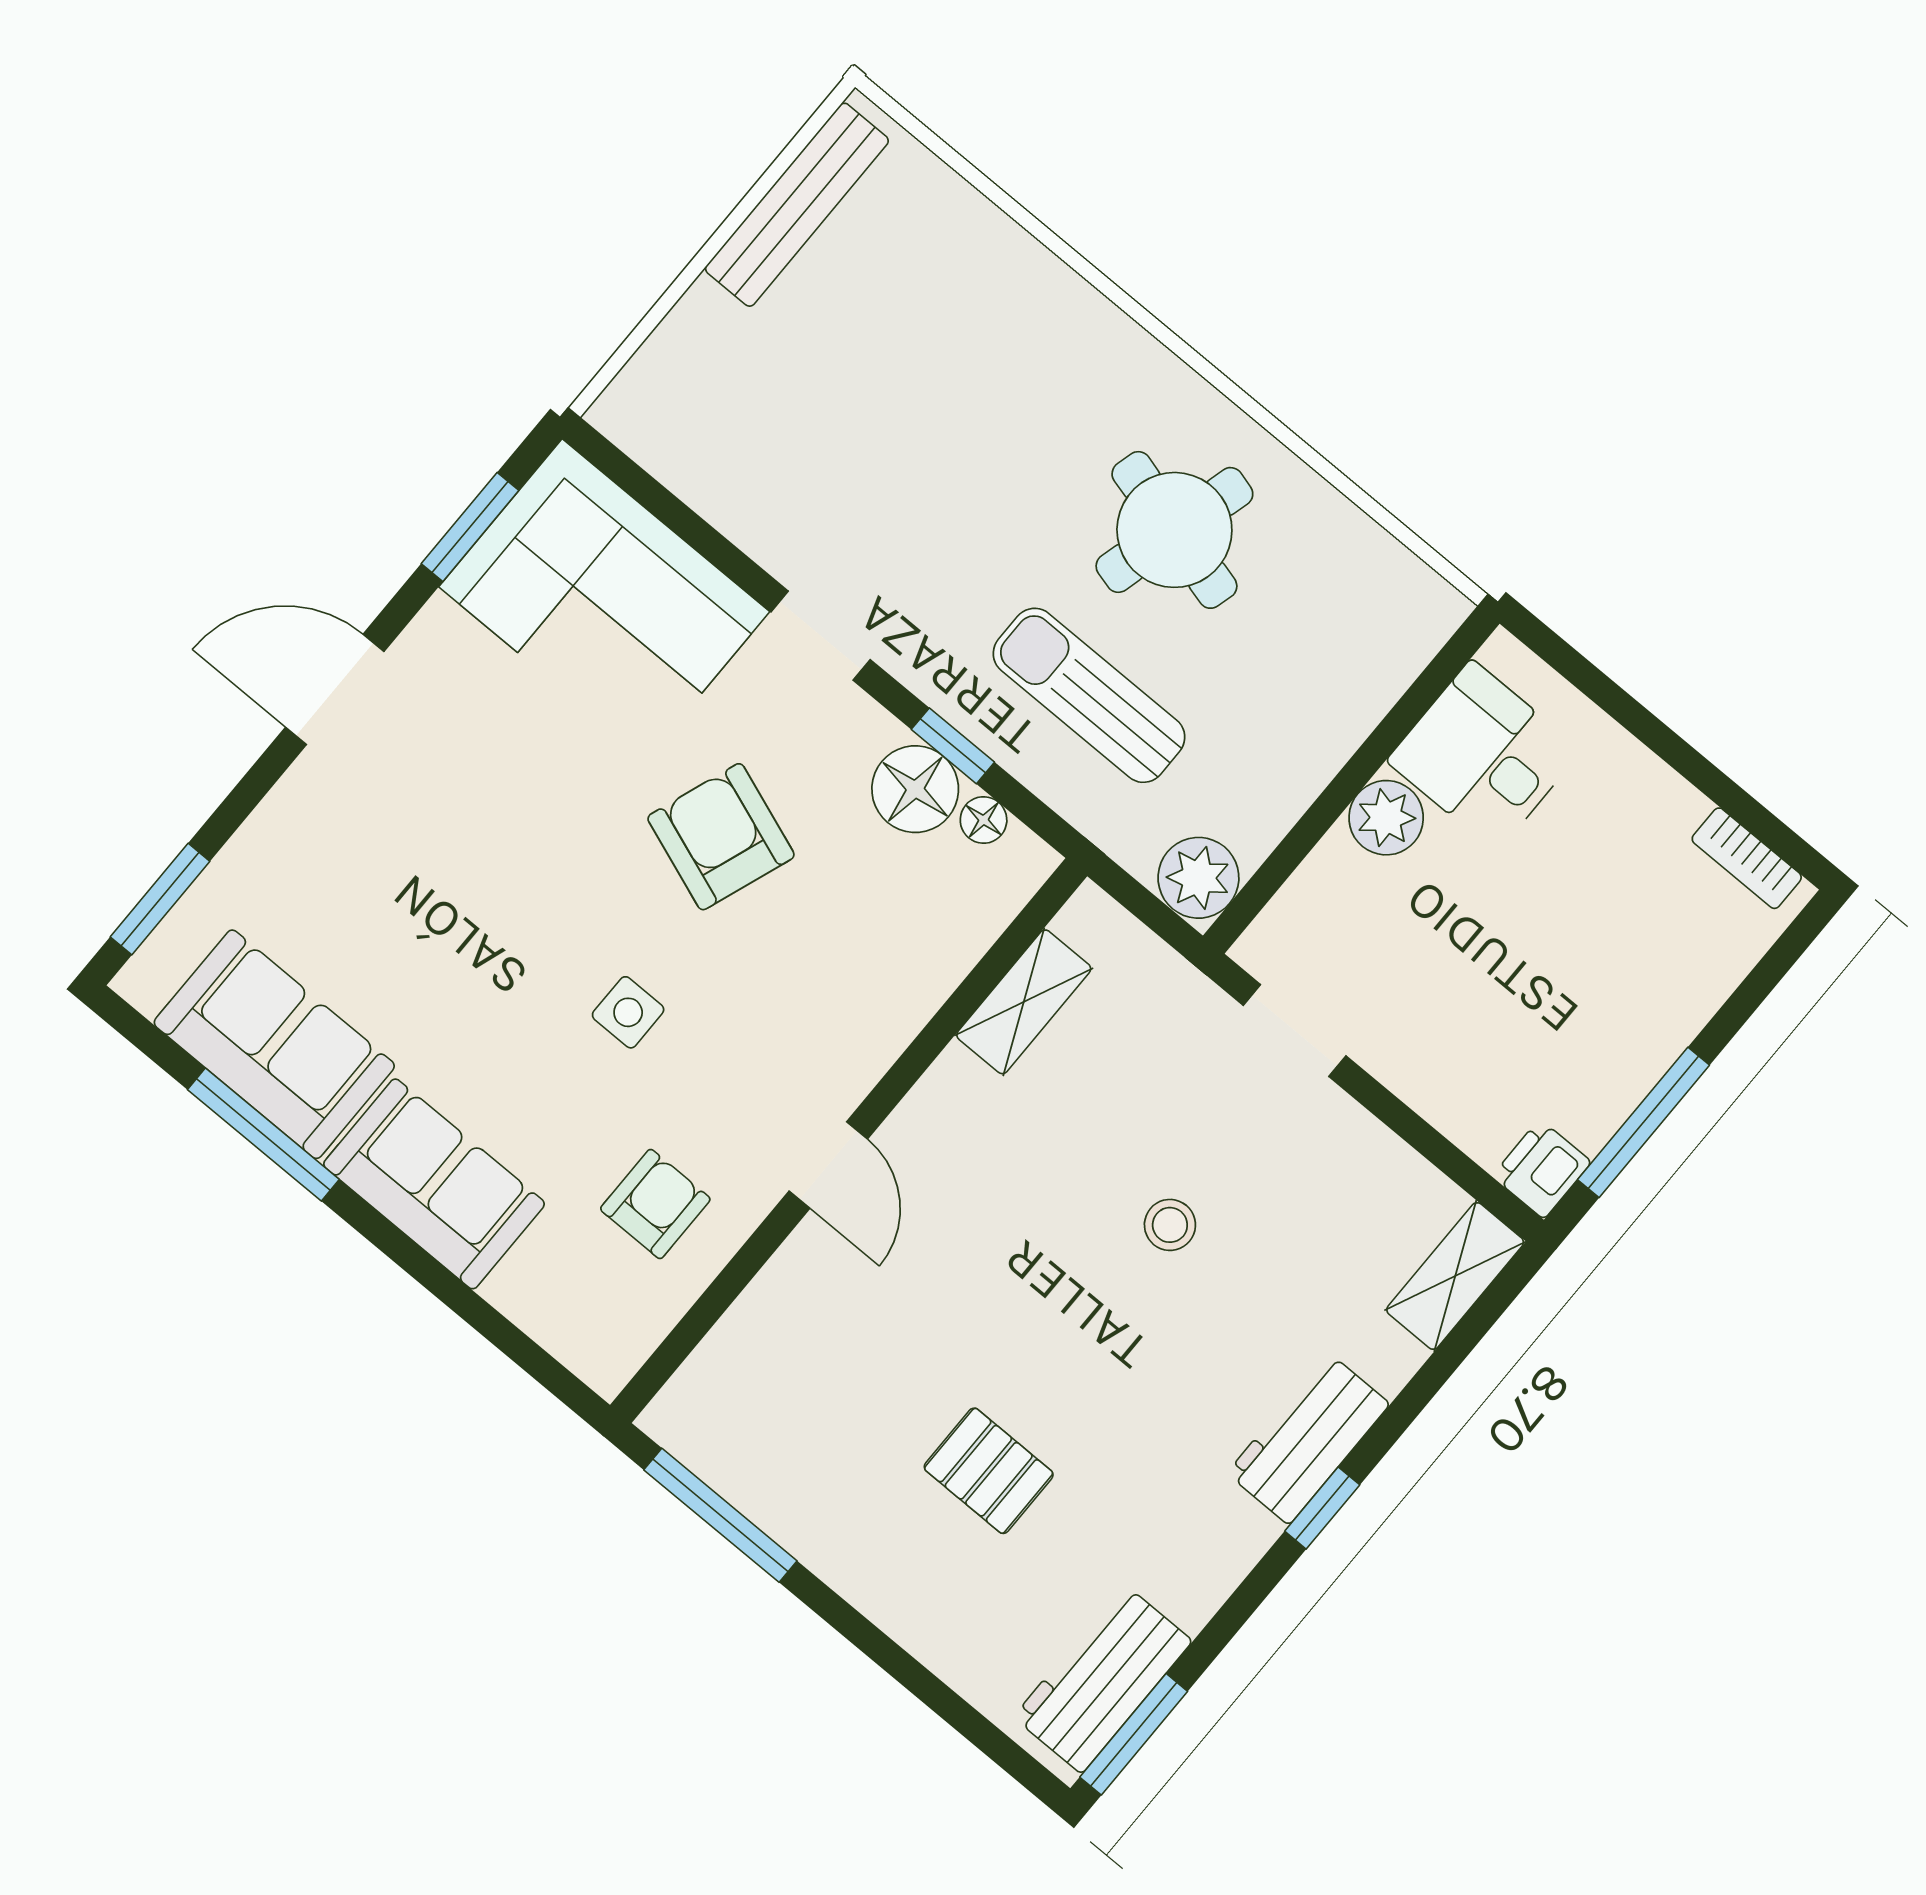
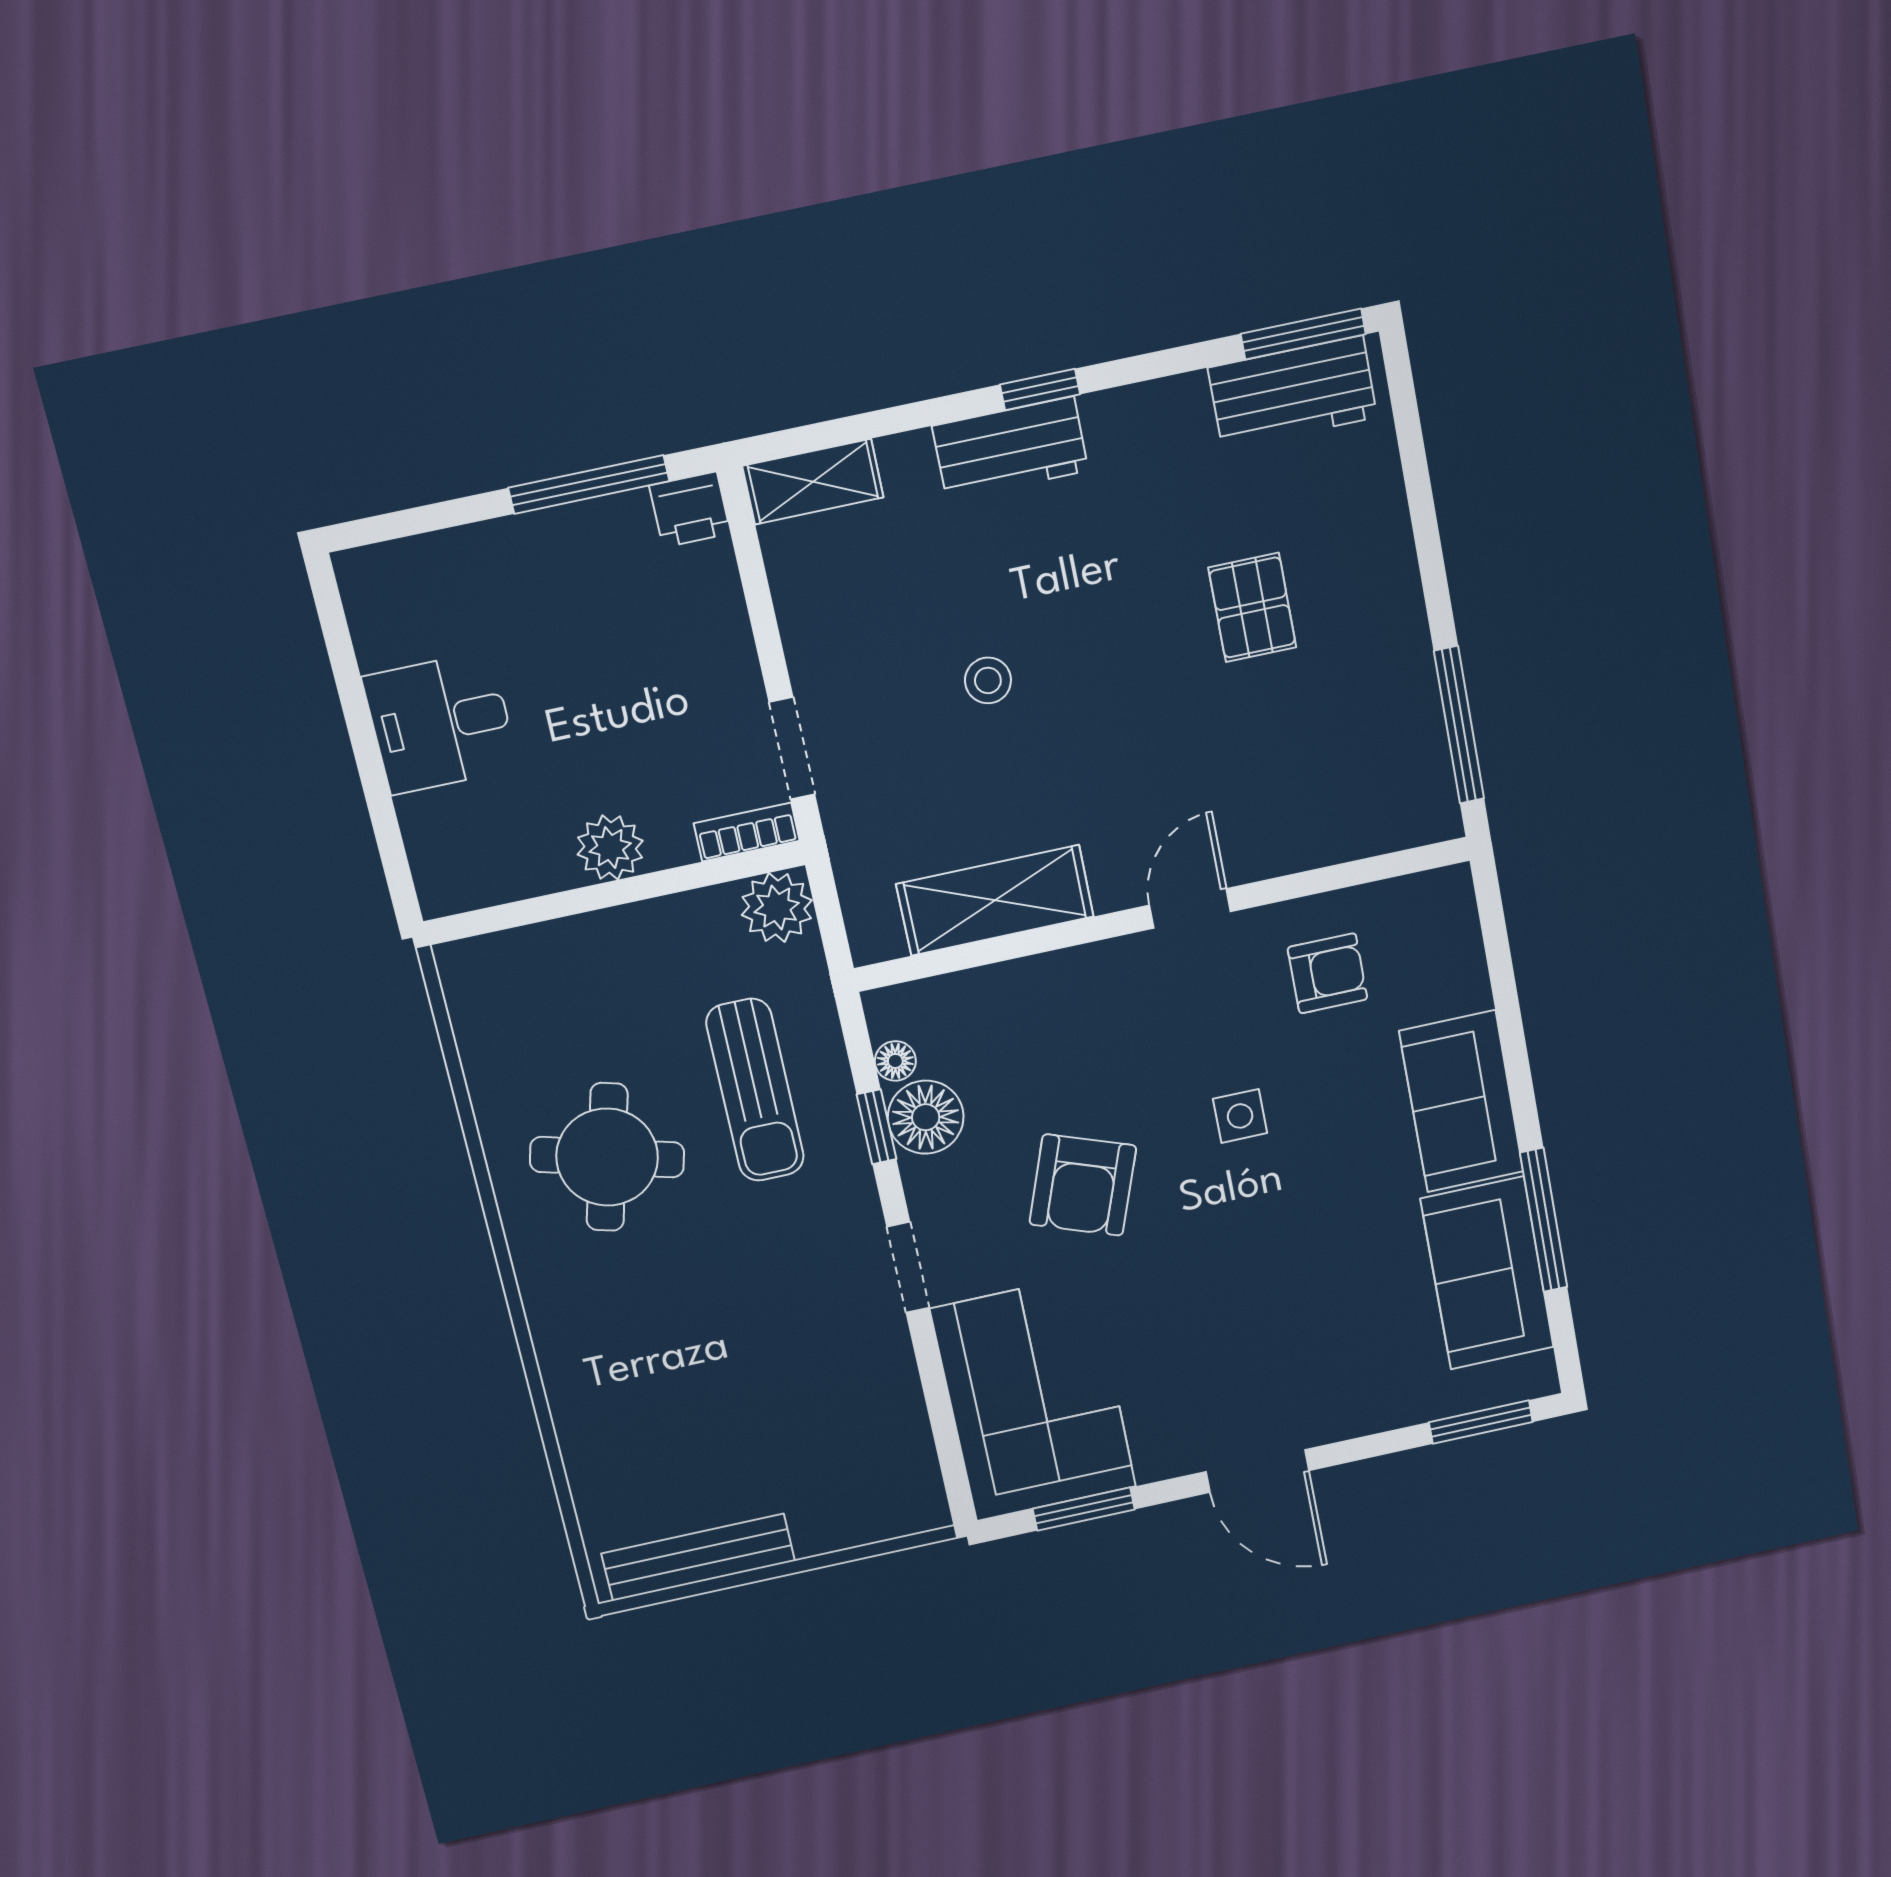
desk: (1484, 756) -> (441, 723), moved, turned 90
bookcase: (1747, 858) -> (747, 832), moved, turned -90
shelving: (1024, 1002) -> (995, 900), width x1.50, depth x1.33
armchair: (655, 1204) -> (1327, 973), turned 180

